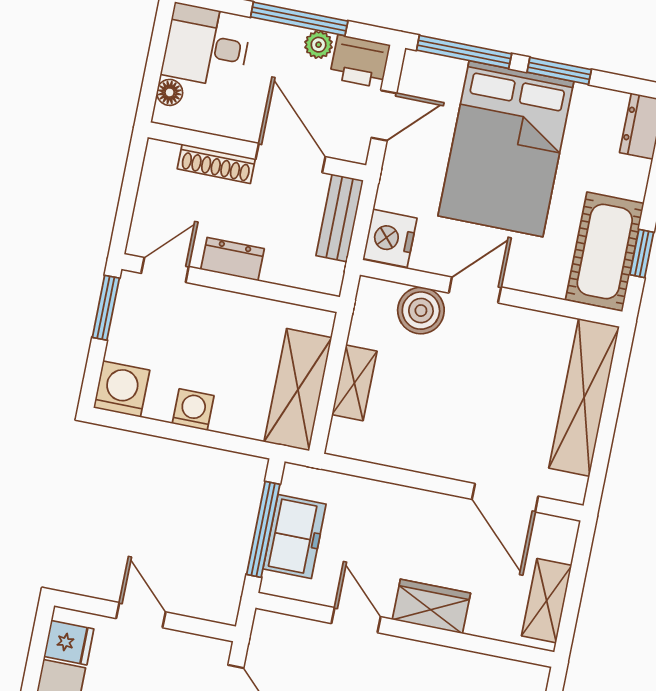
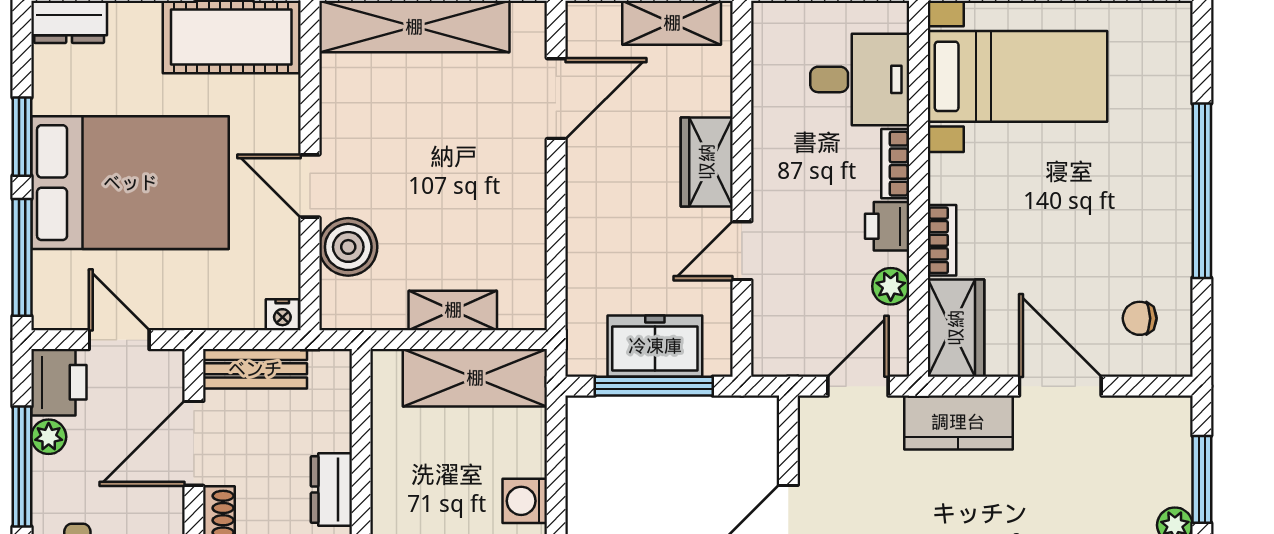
nightstand: (390, 238) -> (282, 315), width x0.53, depth x0.56

